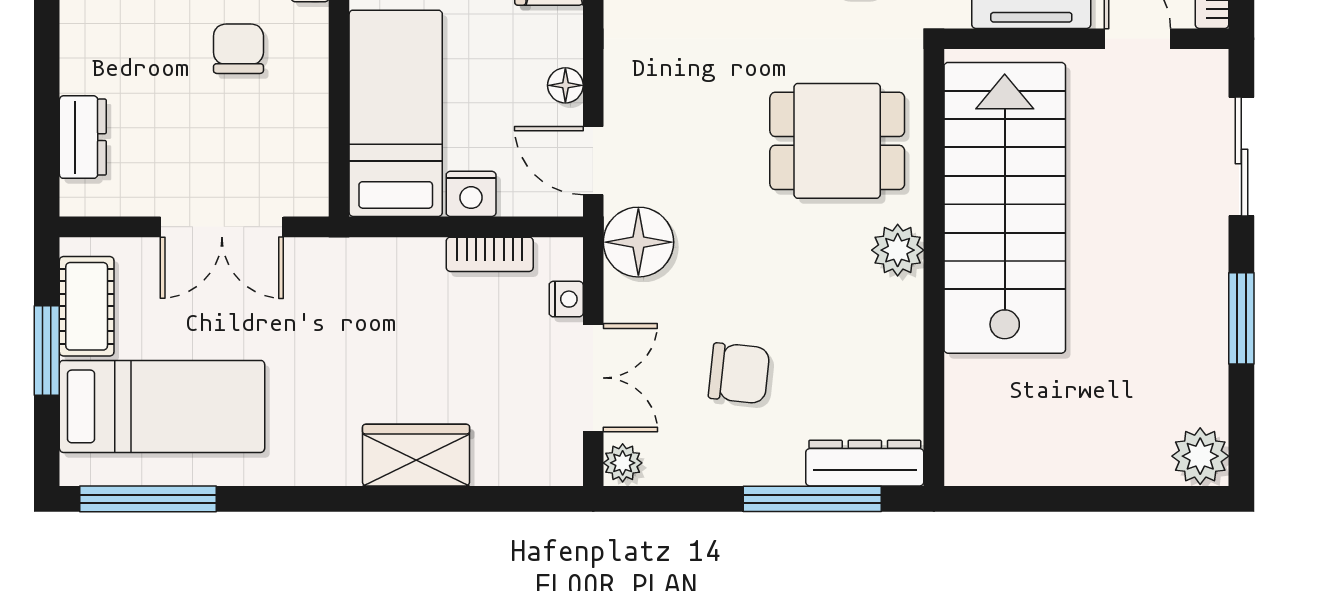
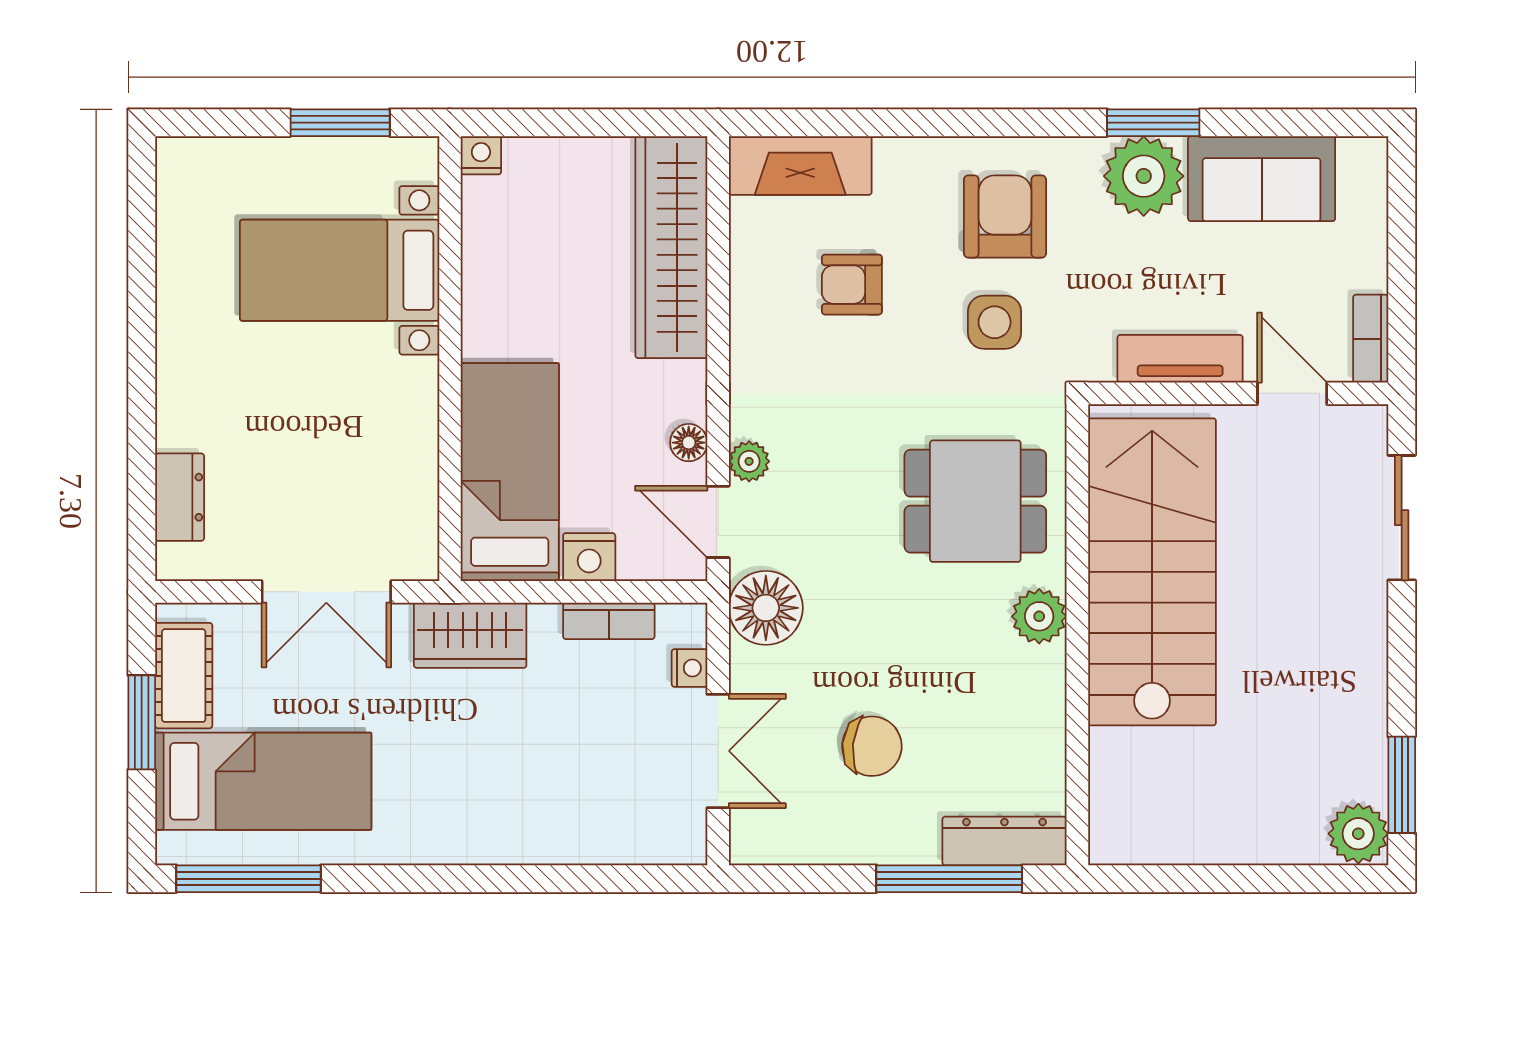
chair: (238, 49) -> (344, 404), removed
window: (1241, 318) -> (1402, 785), moved
wardrobe: (416, 455) -> (470, 635), moved, turned 180
plant: (623, 463) -> (749, 461), moved

